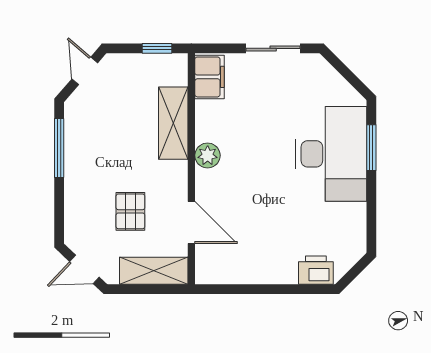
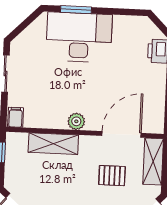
filing cabinet: (210, 77) -> (16, 117), width x0.50
door: (191, 223) -> (121, 134), width x1.36

